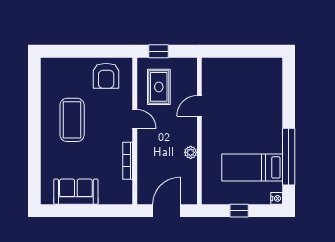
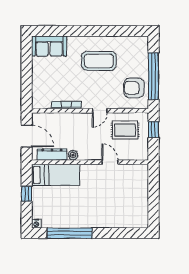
window: (91, 51) -> (153, 76), added
bed: (252, 167) -> (56, 175), moved, turned 90
dresser: (190, 179) -> (52, 154), added
sofa: (76, 192) -> (49, 46), moved, turned 90

